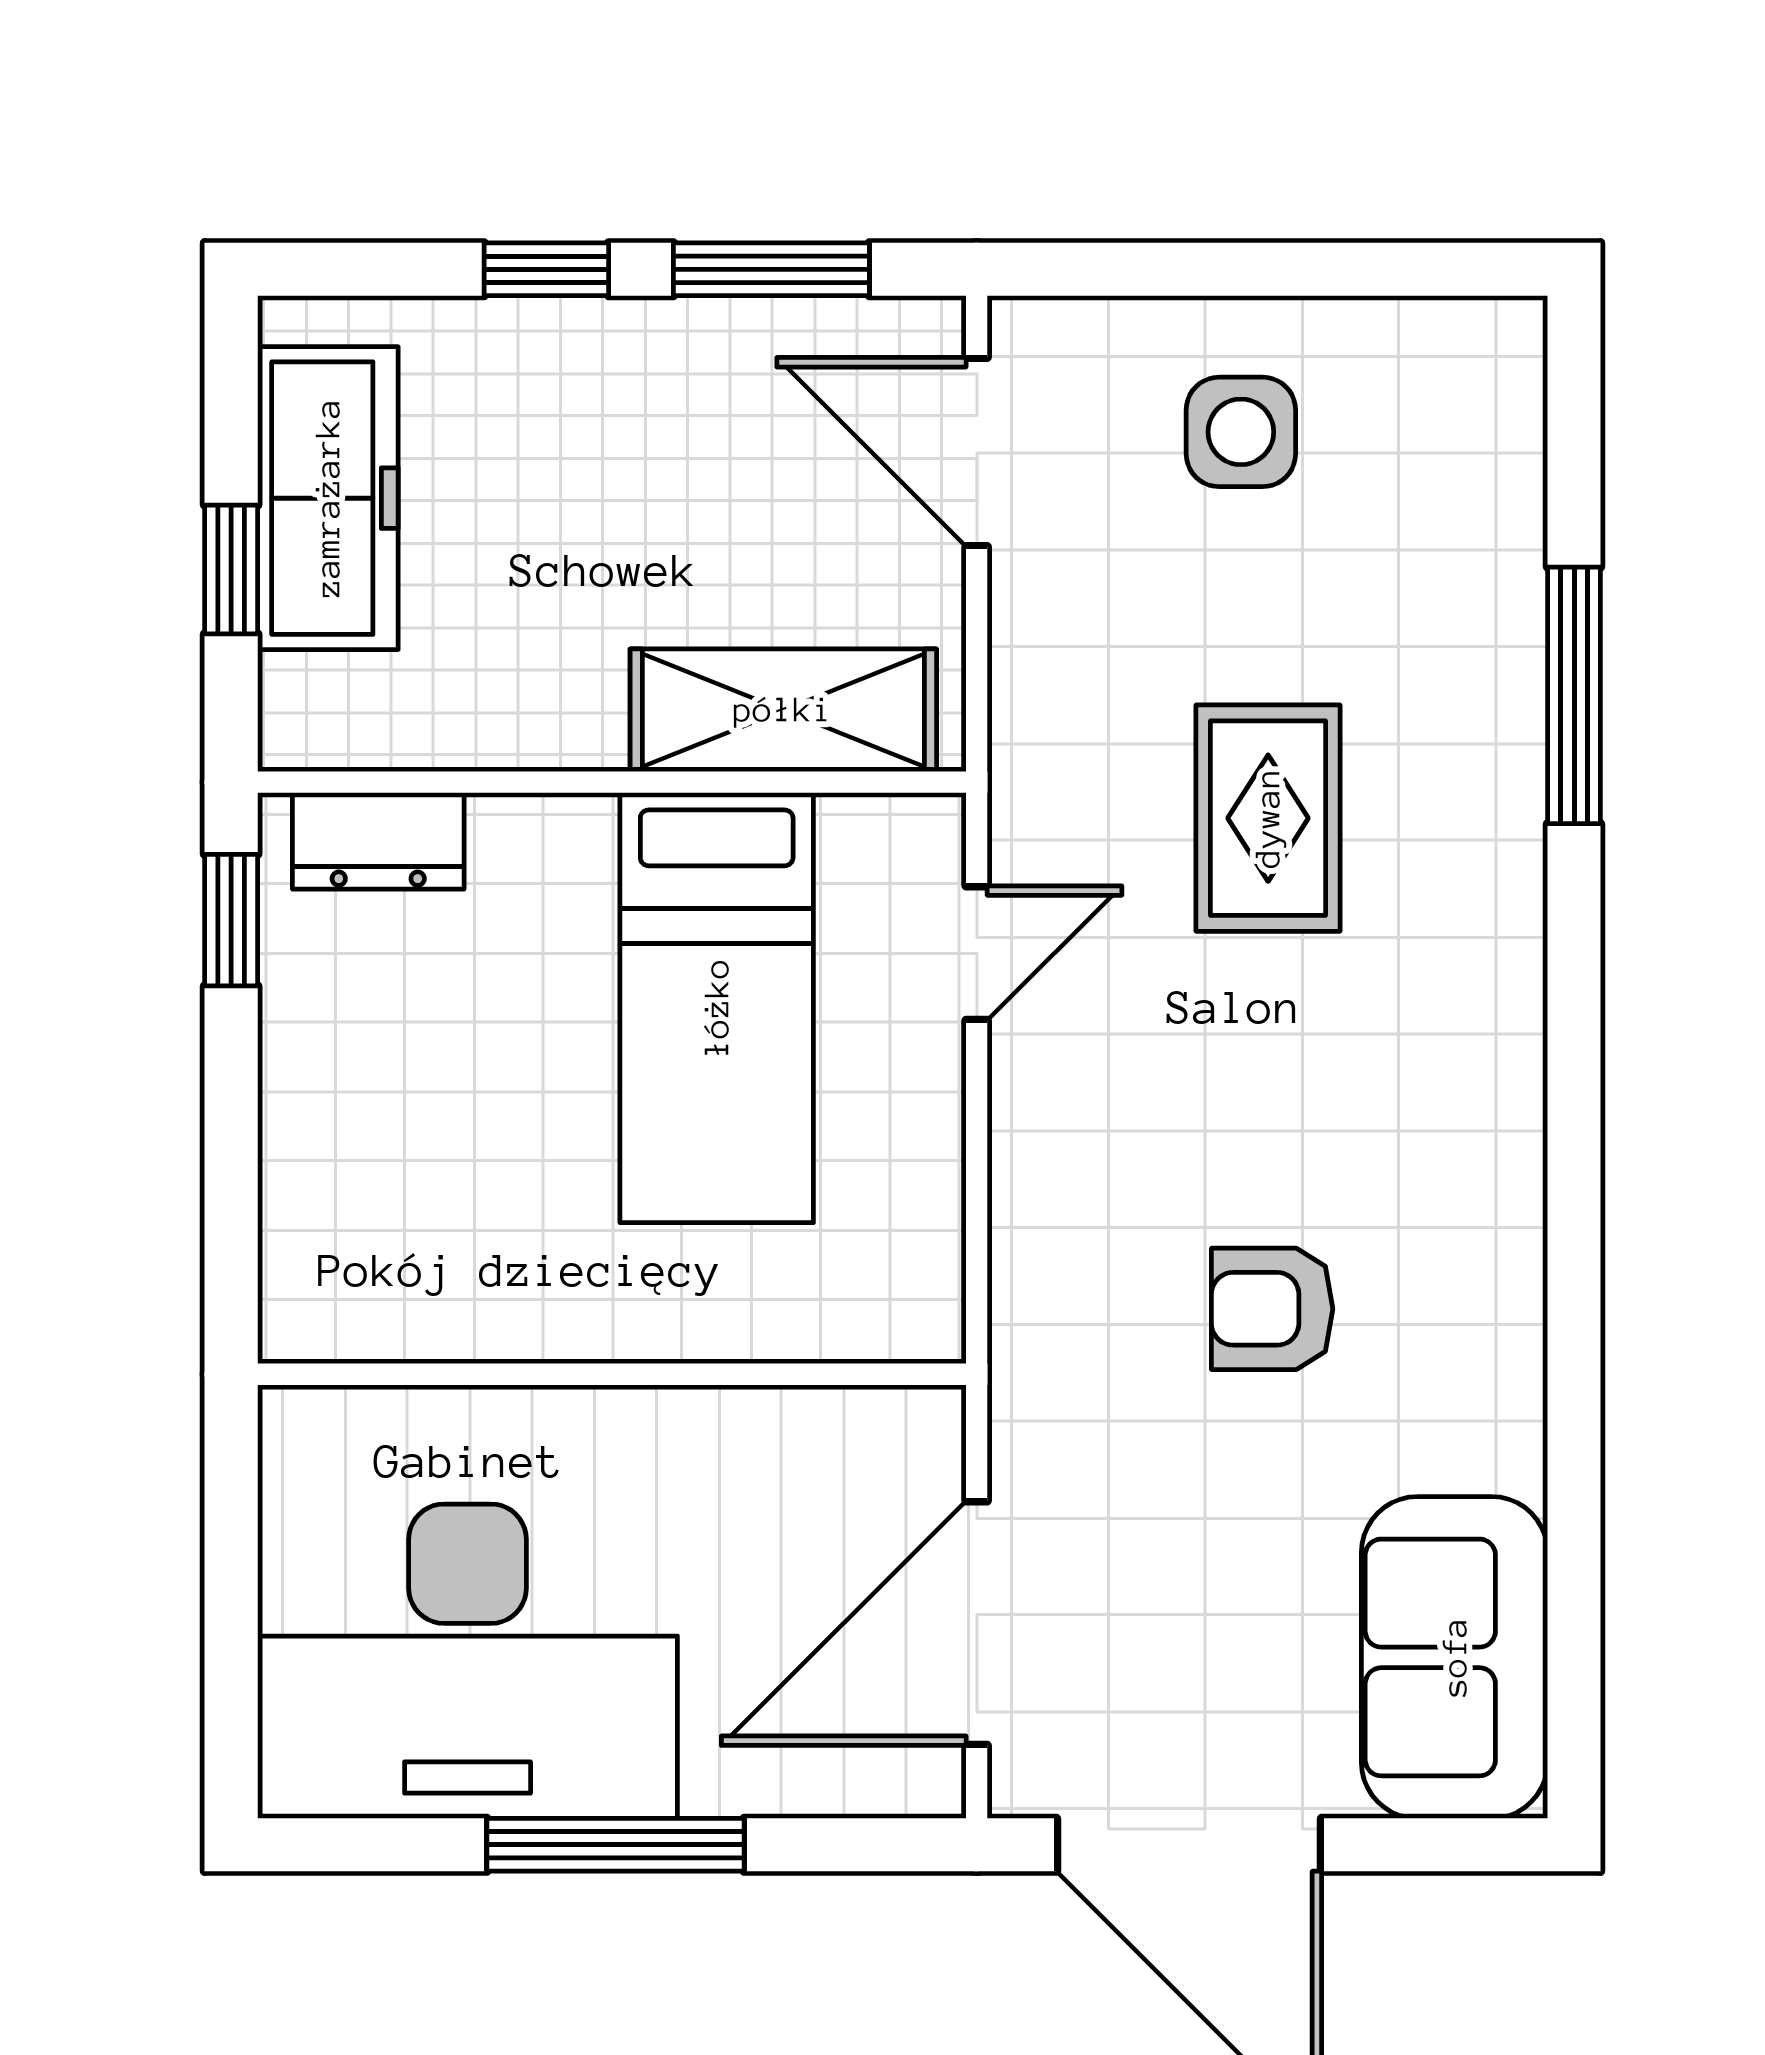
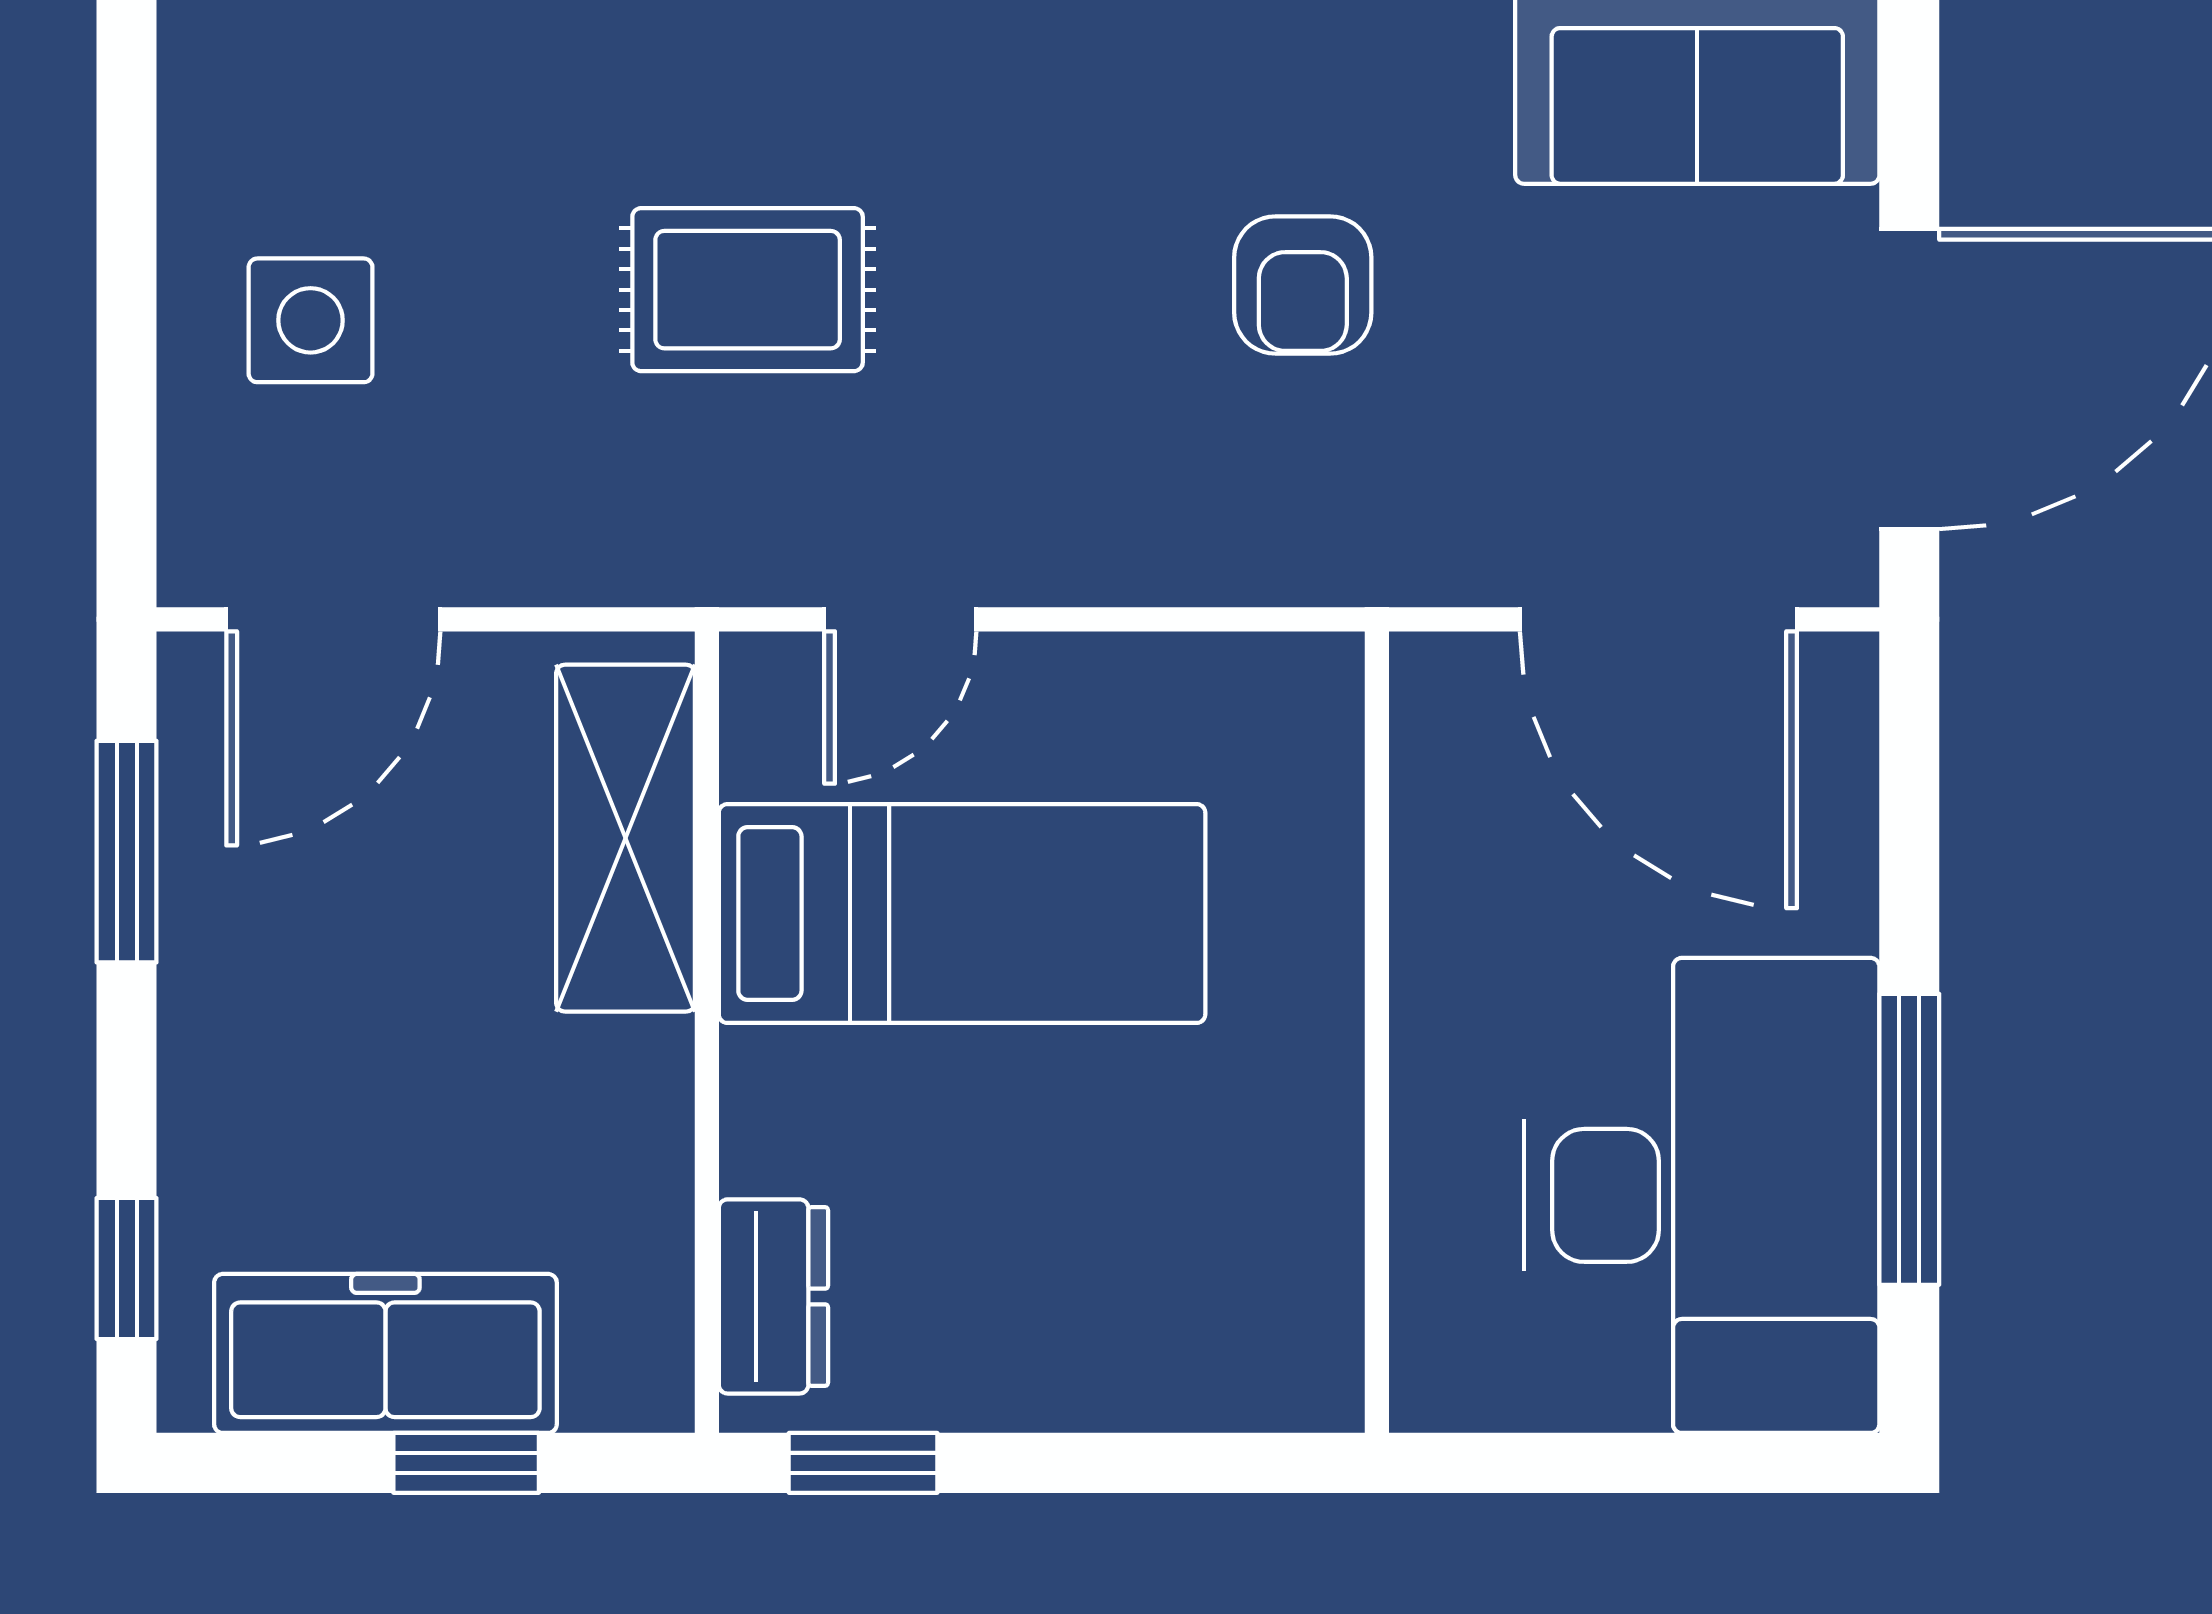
window: (546, 269) -> (127, 1269), moved
door: (977, 953) -> (900, 619), swing flipped
window: (615, 1845) -> (1909, 1139), moved

